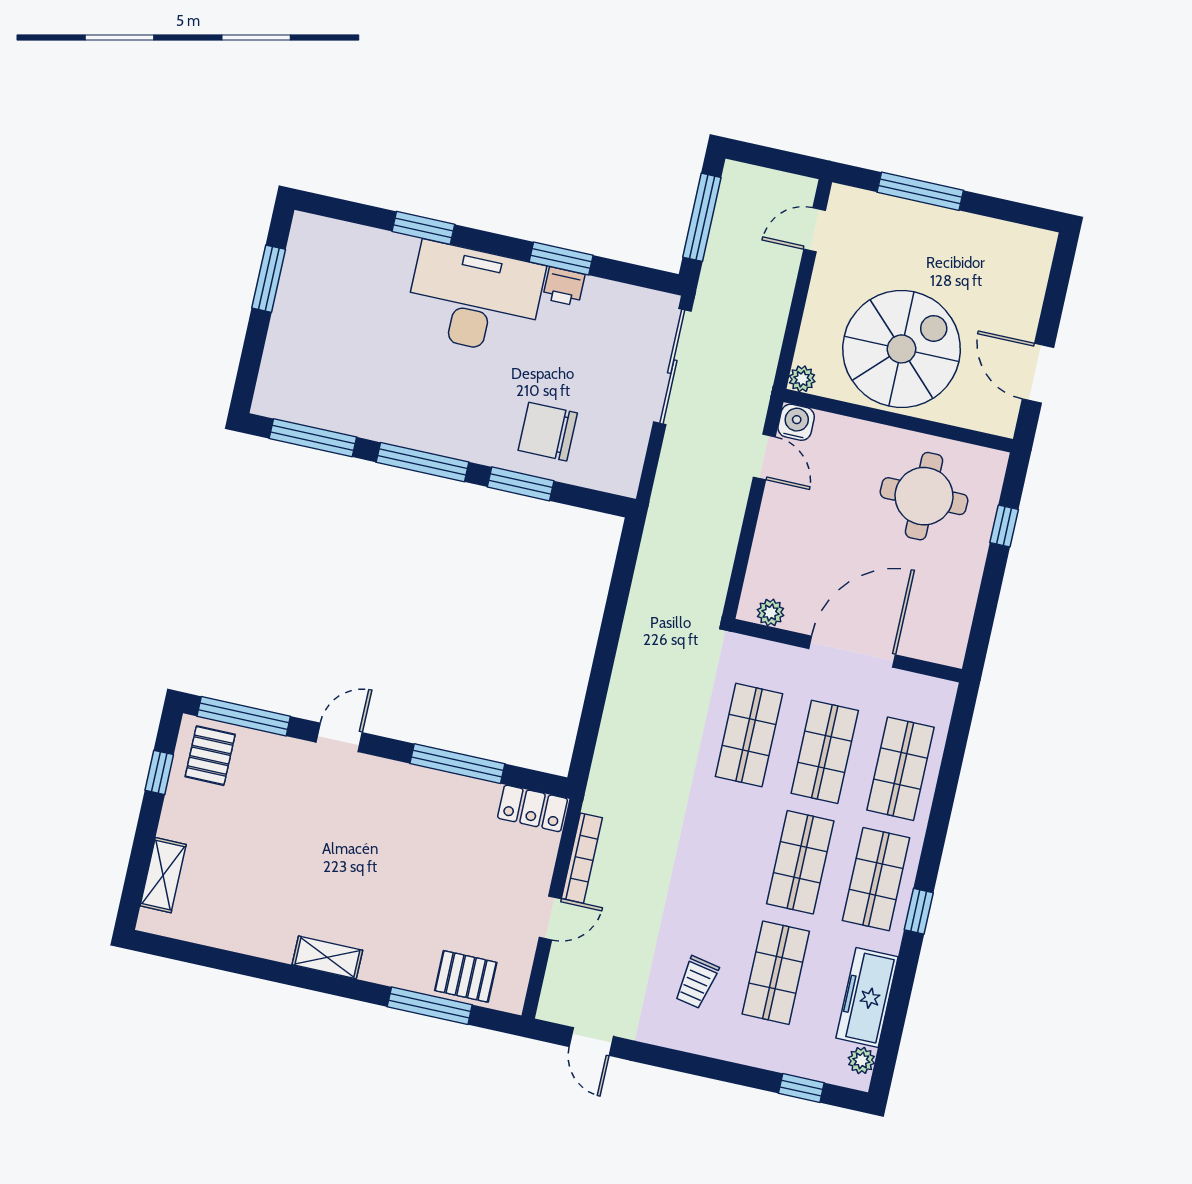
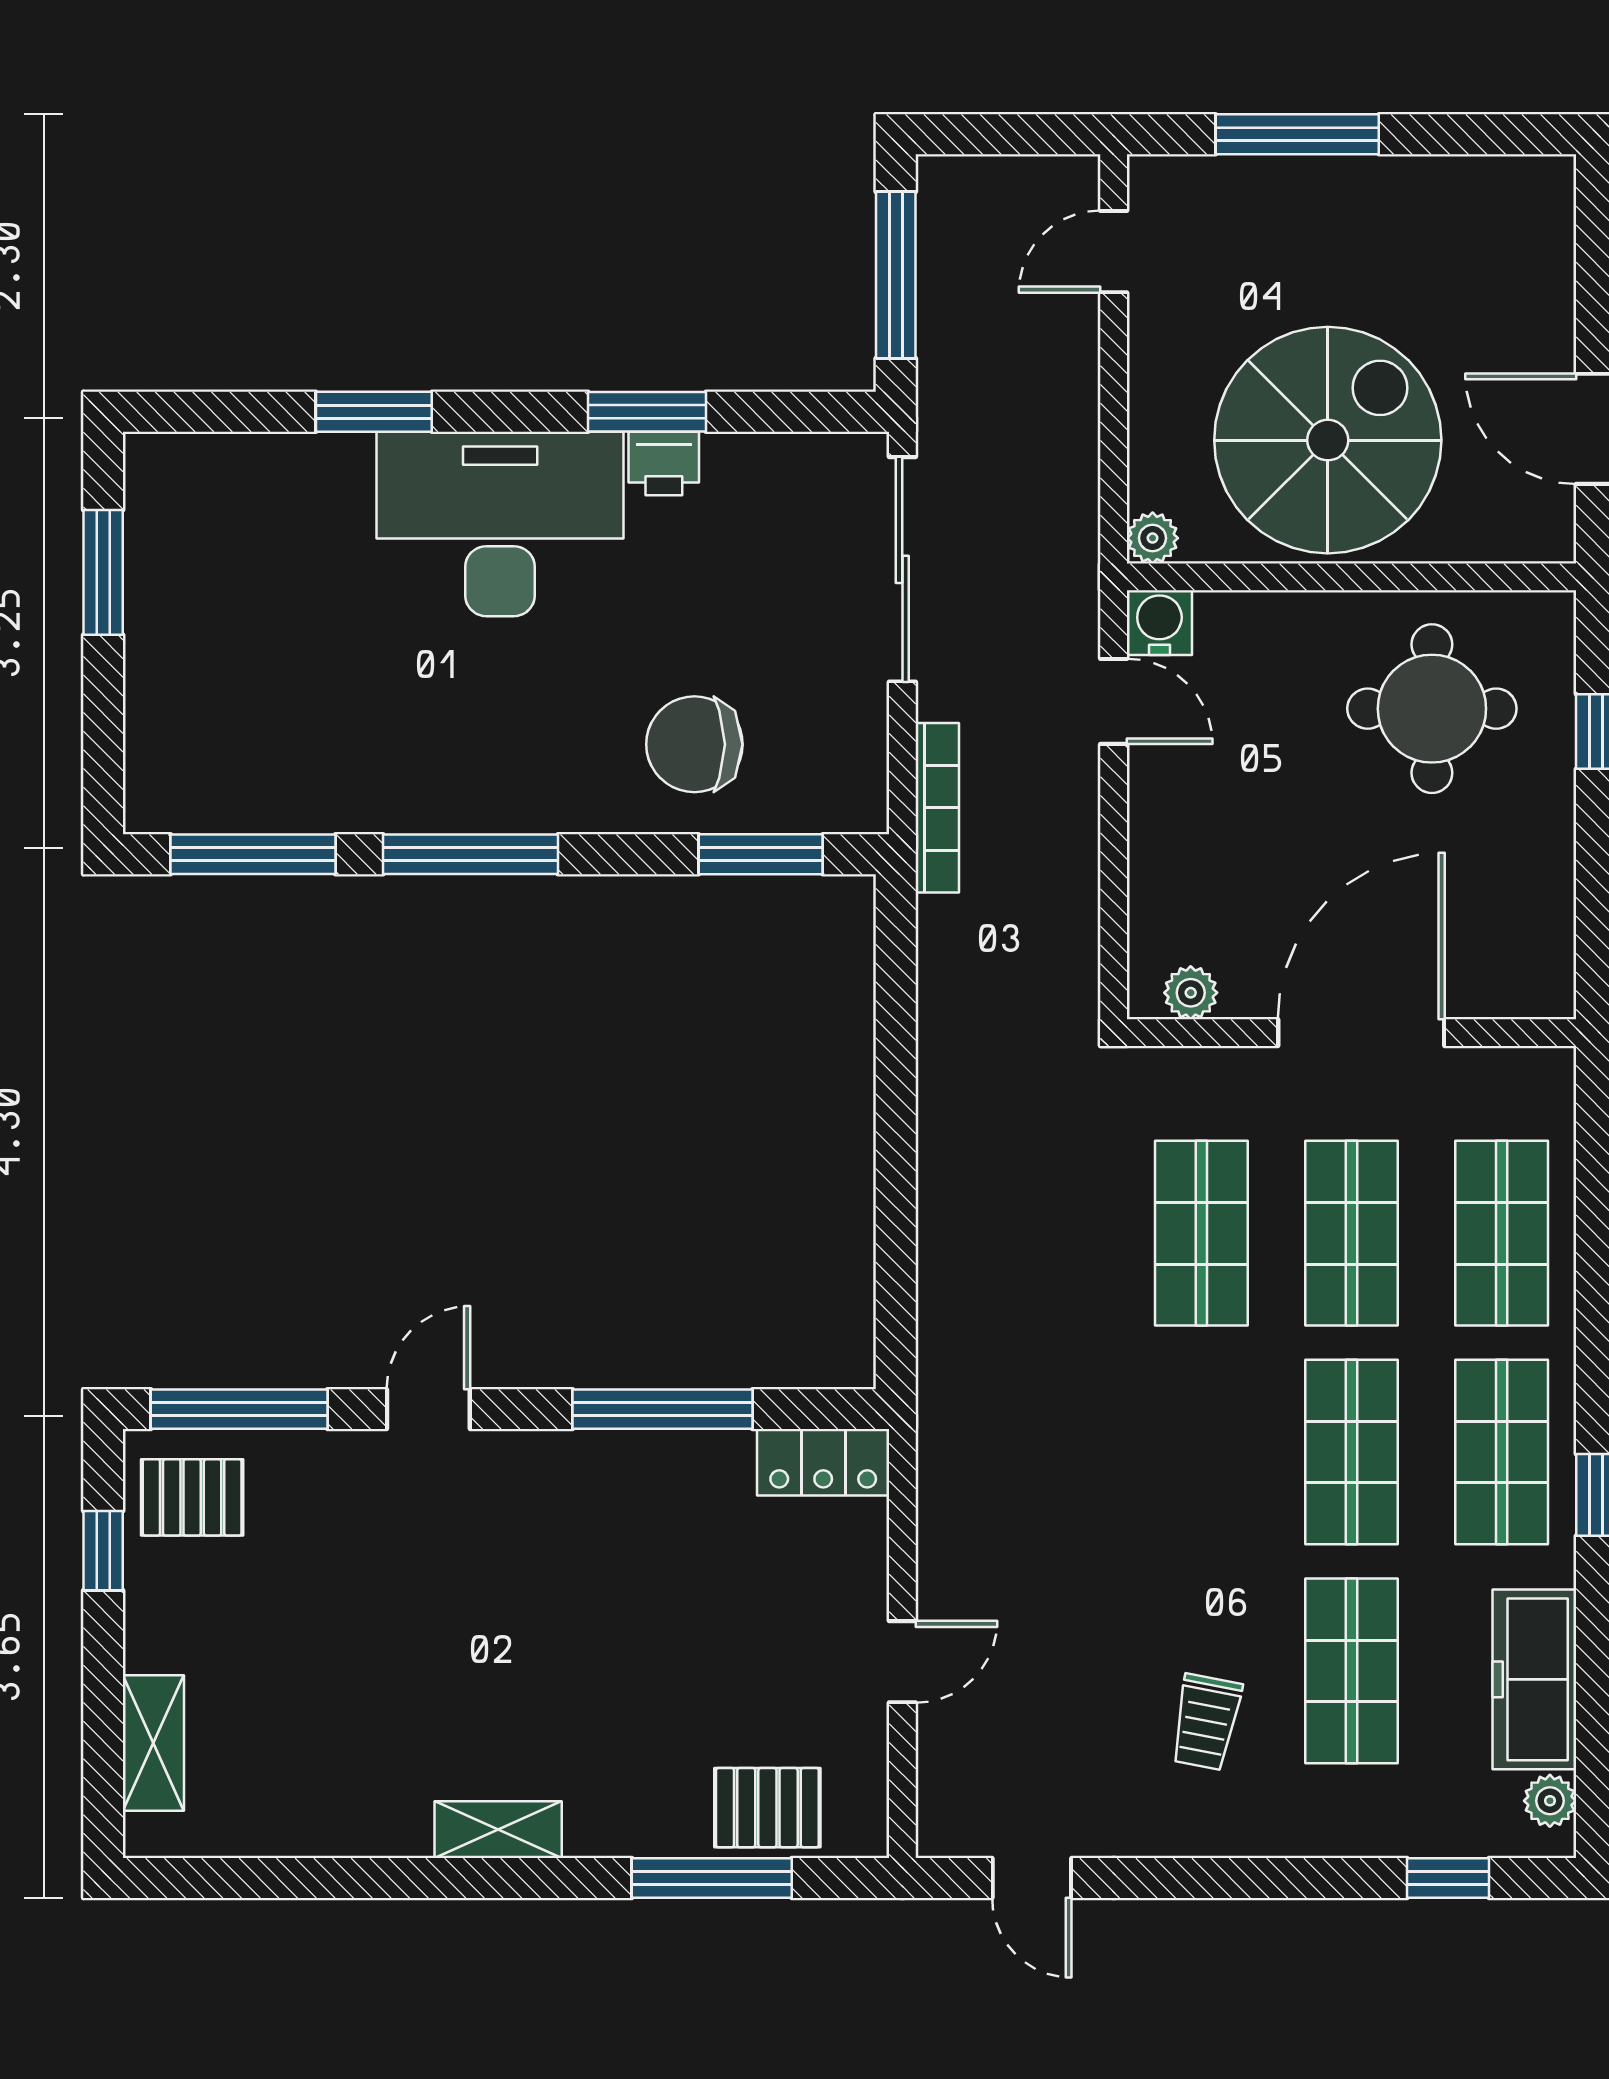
window: (521, 484) -> (761, 854), moved
pallet: (210, 756) -> (192, 1497), turned 90
bookcase: (582, 858) -> (937, 808), moved

